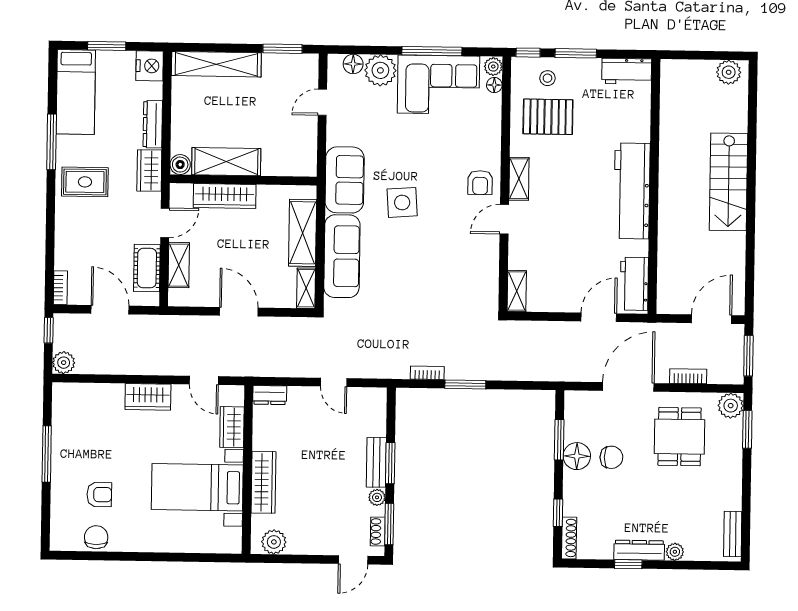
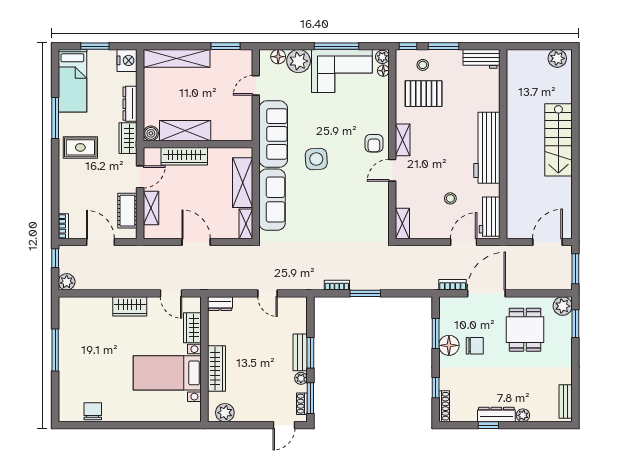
sofa: (345, 180) -> (273, 134), width x1.36
stool: (582, 258) -> (450, 198), added
bookcase: (688, 376) -> (453, 285), moved
armchair: (99, 495) -> (95, 379), removed

